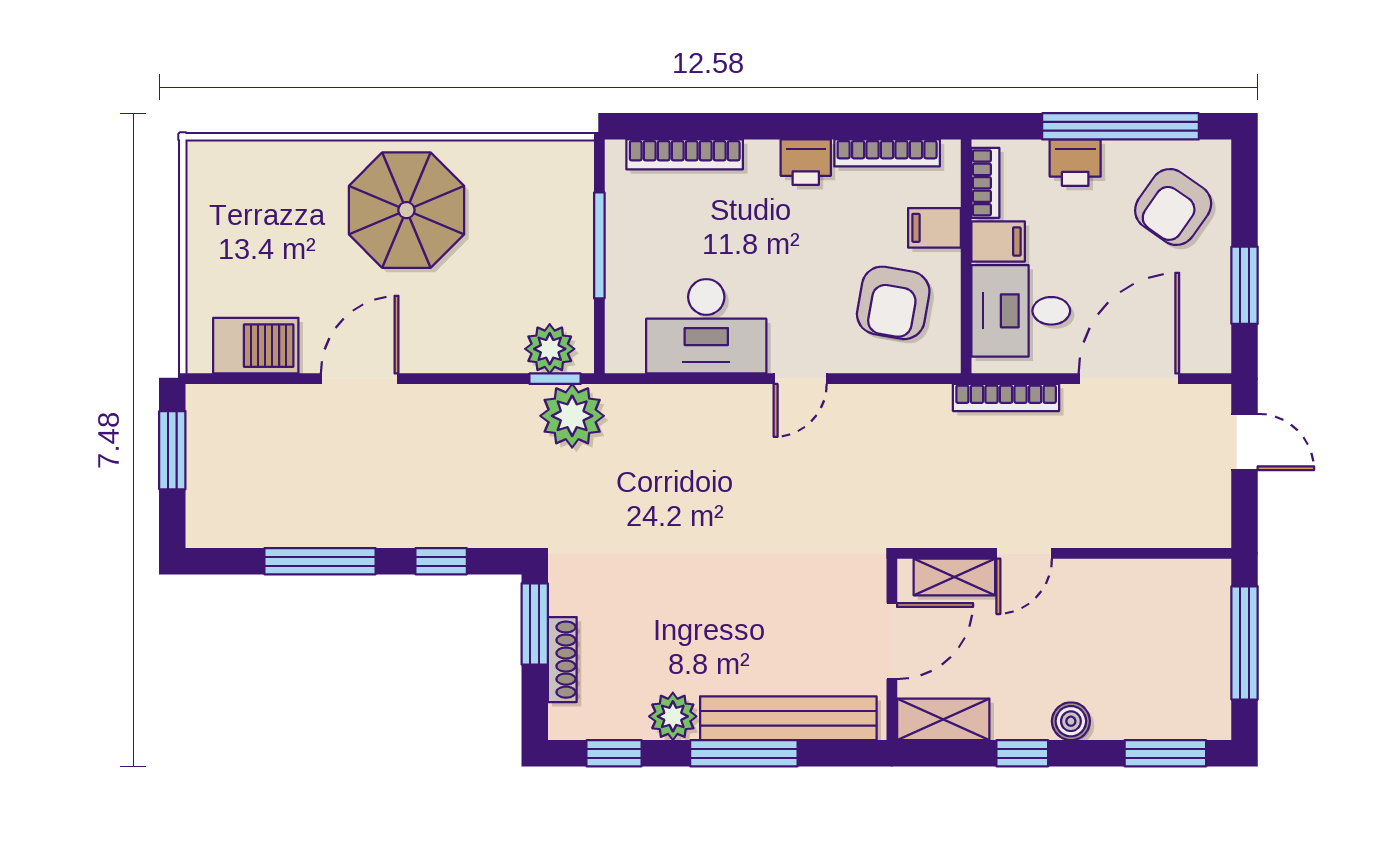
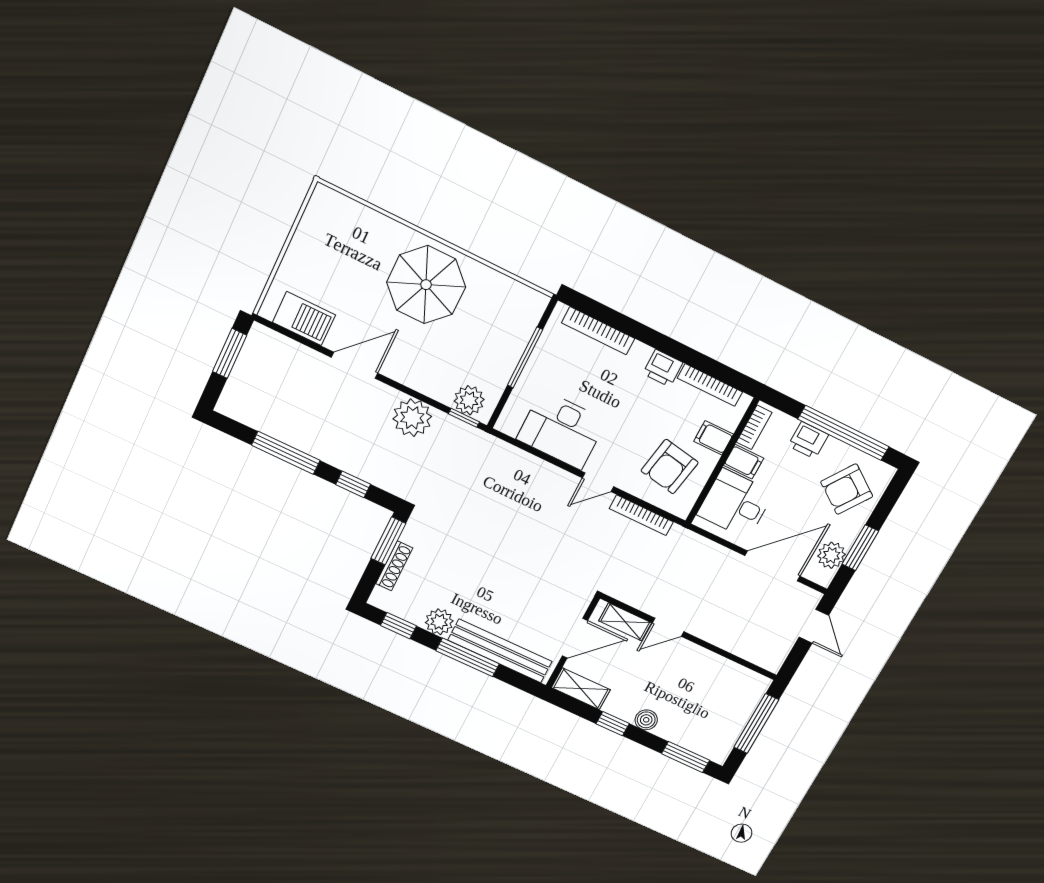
plant: (1208, 318) -> (831, 555), added
bookcase: (1006, 397) -> (641, 515), moved
plant: (572, 416) -> (412, 418), moved

